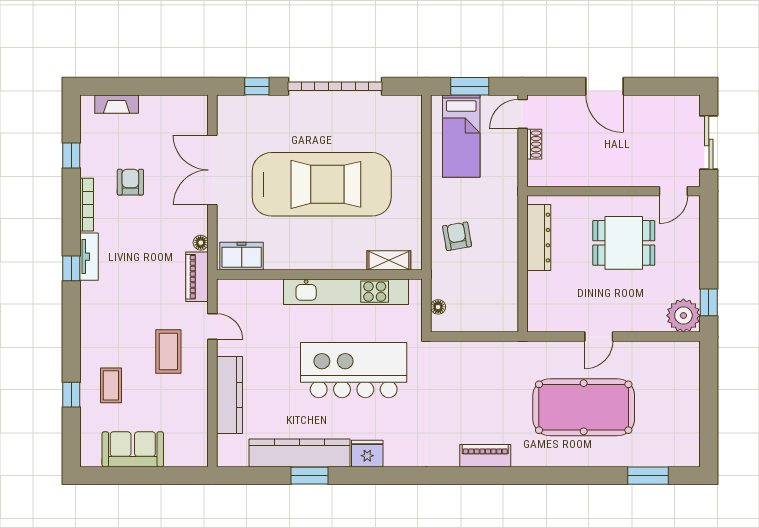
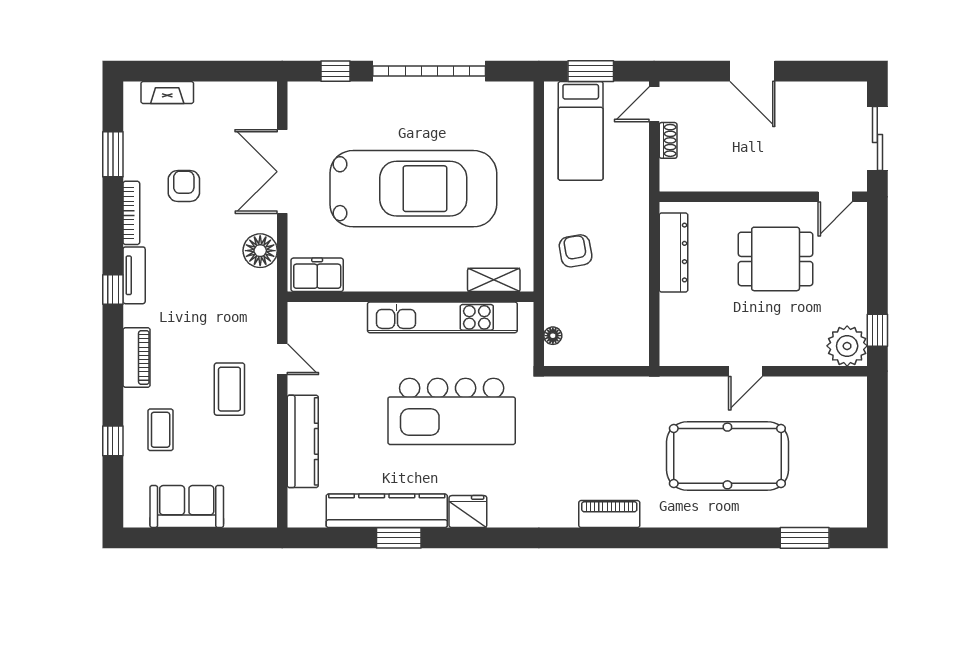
window: (71, 156) -> (113, 154), width x1.50
floor lamp: (201, 243) -> (260, 251), width x1.89, depth x1.89
piano: (197, 277) -> (137, 357), moved, turned 180
kitchen island: (354, 370) -> (452, 411), turned 180

